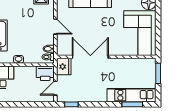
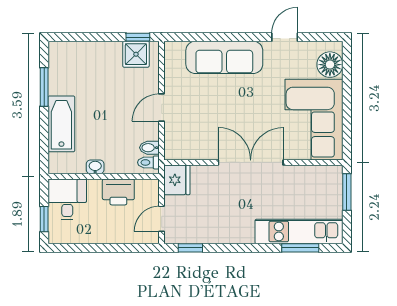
door: (55, 27) -> (162, 108), swing flipped
double door: (90, 57) -> (251, 162), moved
printer: (45, 73) -> (118, 192), moved

